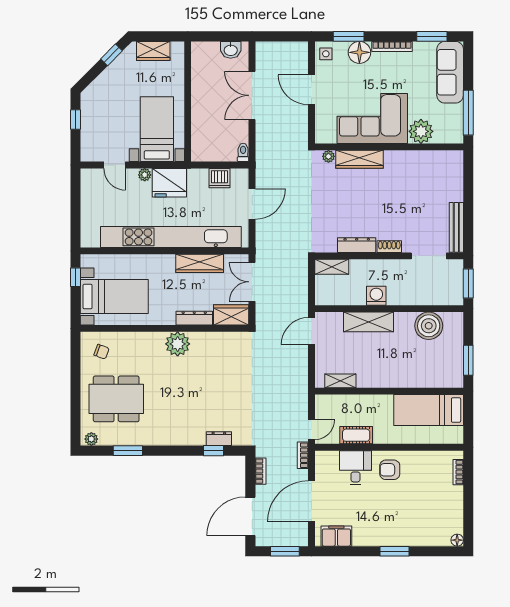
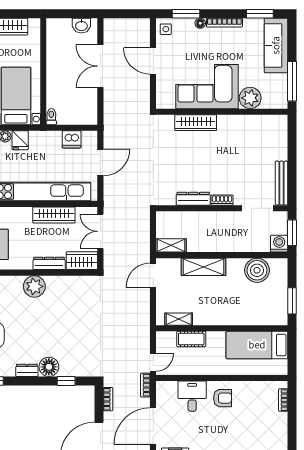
floor lamp: (359, 52) -> (200, 23), width x0.53, depth x0.53
toilet: (243, 152) -> (51, 117), moved
plant: (328, 156) -> (168, 120), removed
fridge: (169, 183) -> (20, 140), width x0.53, depth x0.75
shelving: (332, 267) -> (171, 245), moved
washing machine: (376, 296) -> (279, 244), moved
floor lamp: (194, 435) -> (49, 367), added
cot: (356, 435) -> (191, 339), moved
dresser: (219, 439) -> (27, 370), moved
armchair: (390, 470) -> (223, 398), turned 180

